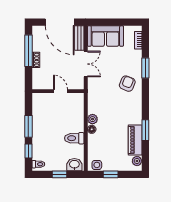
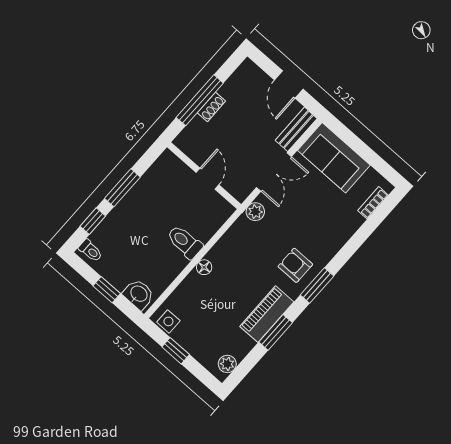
door: (60, 22) -> (289, 84), width x0.53
window: (28, 51) -> (200, 100), moved
window: (145, 68) -> (317, 286), moved
armchair: (127, 84) -> (295, 265), moved, turned -112
plant: (93, 119) -> (255, 212), moved
toilet: (74, 138) -> (185, 242), moved
piano: (135, 140) -> (267, 314), moved

